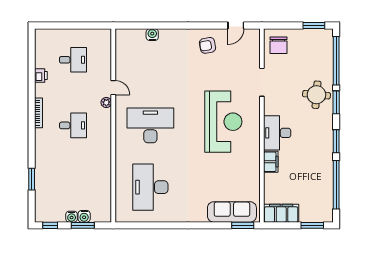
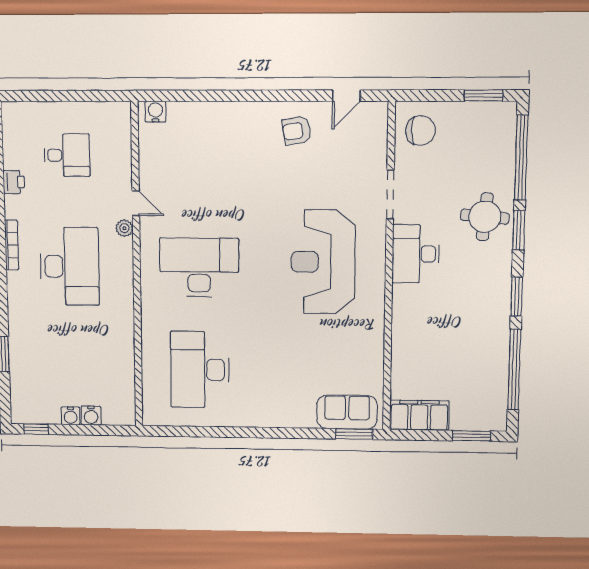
water cooler: (152, 35) -> (155, 112), moved
chair: (279, 45) -> (420, 131), turned -90
reception desk: (223, 122) -> (323, 262), turned 180
desk: (73, 125) -> (70, 266), width x1.87, depth x1.30
desk: (277, 133) -> (416, 254), moved
filing cabinet: (271, 162) -> (403, 330), removed
sofa: (232, 212) -> (347, 412), width x0.73
window: (83, 225) -> (89, 430), removed

